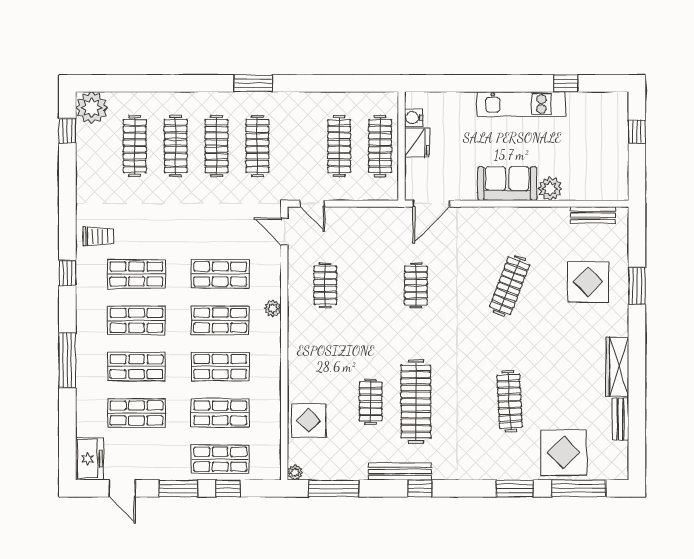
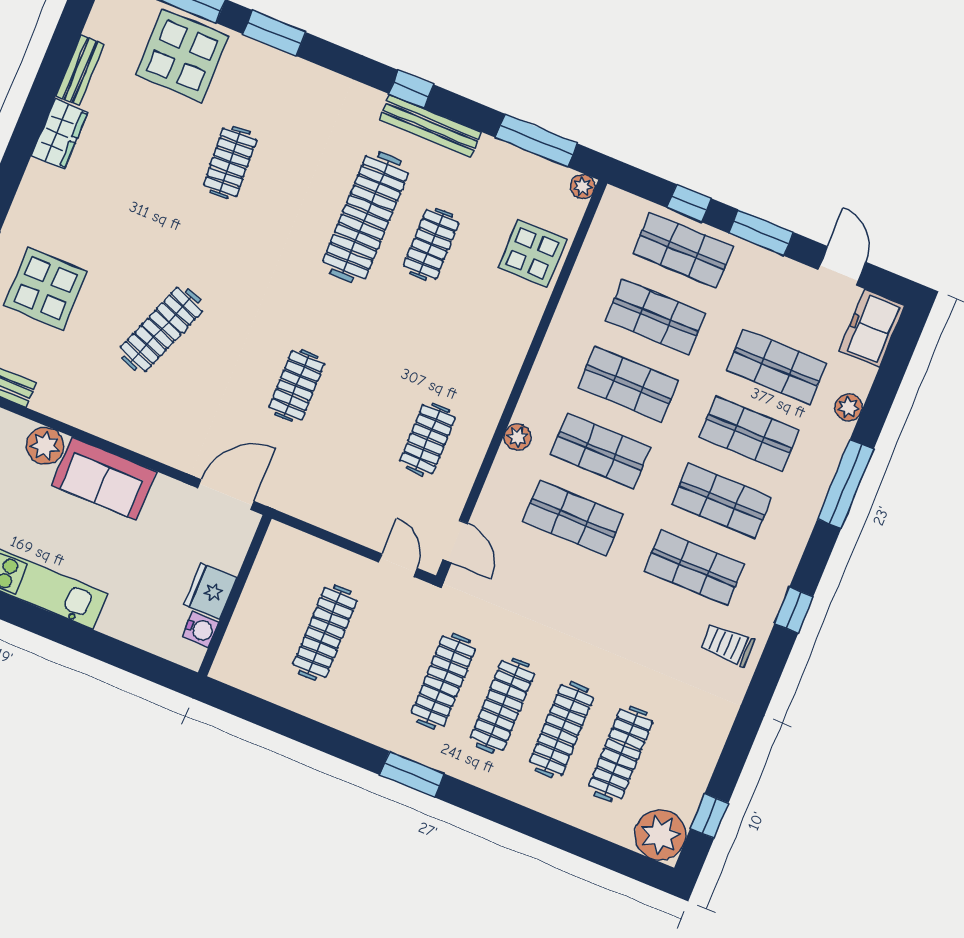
clothes rail: (380, 146) -> (266, 608), removed
wardrobe: (617, 367) -> (60, 134), width x0.67
clothes rail: (510, 401) -> (230, 162), width x0.73
plant: (84, 406) -> (848, 407), added

